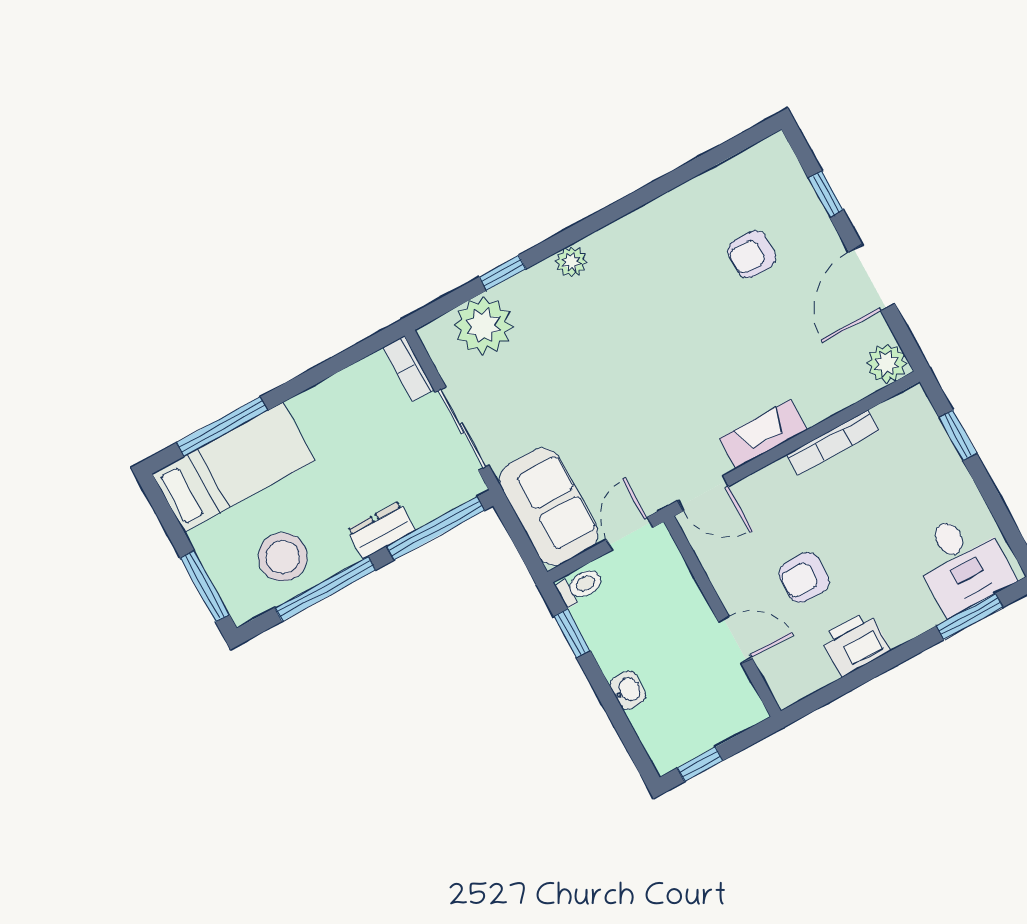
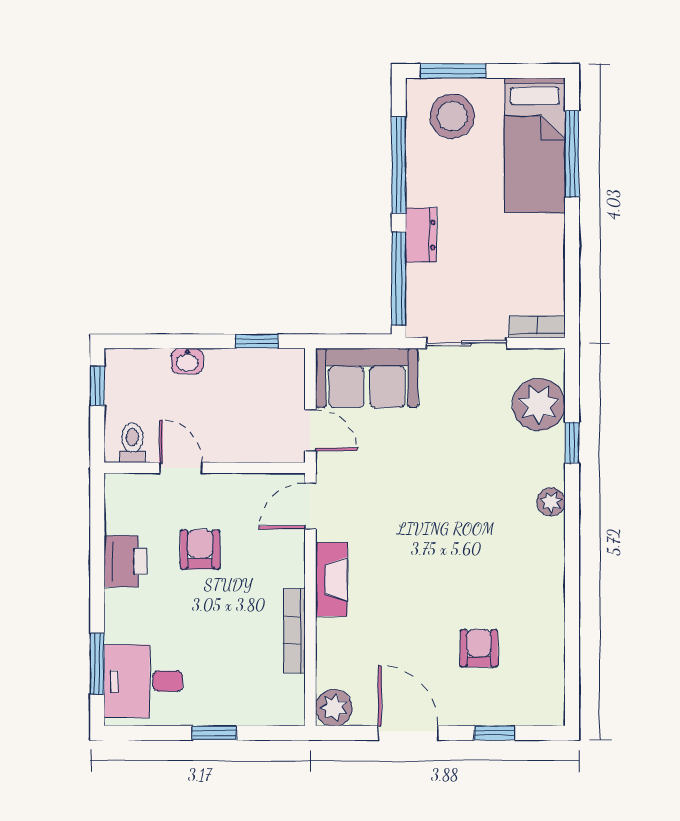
window: (958, 435) -> (214, 733), moved
stool: (283, 557) -> (452, 116), moved
toilet: (580, 586) -> (132, 443), moved, turned 180
door: (735, 640) -> (181, 468), swing flipped

